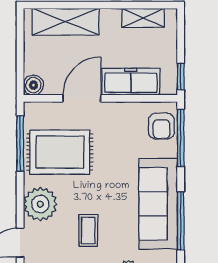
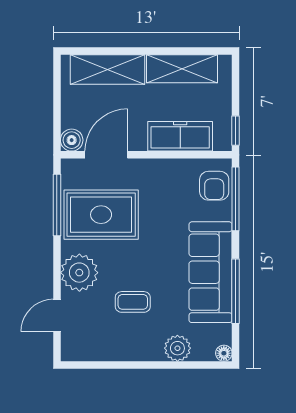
shelving: (143, 18) -> (182, 69), width x1.50, depth x1.33
door: (82, 98) -> (106, 155), moved
coffee table: (88, 230) -> (133, 302), turned 90

